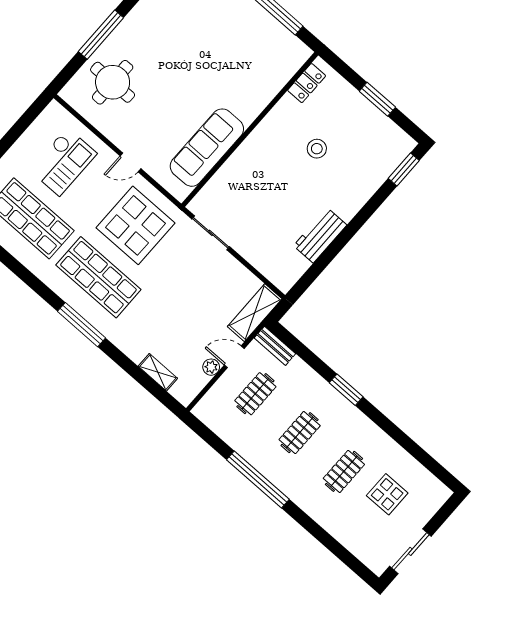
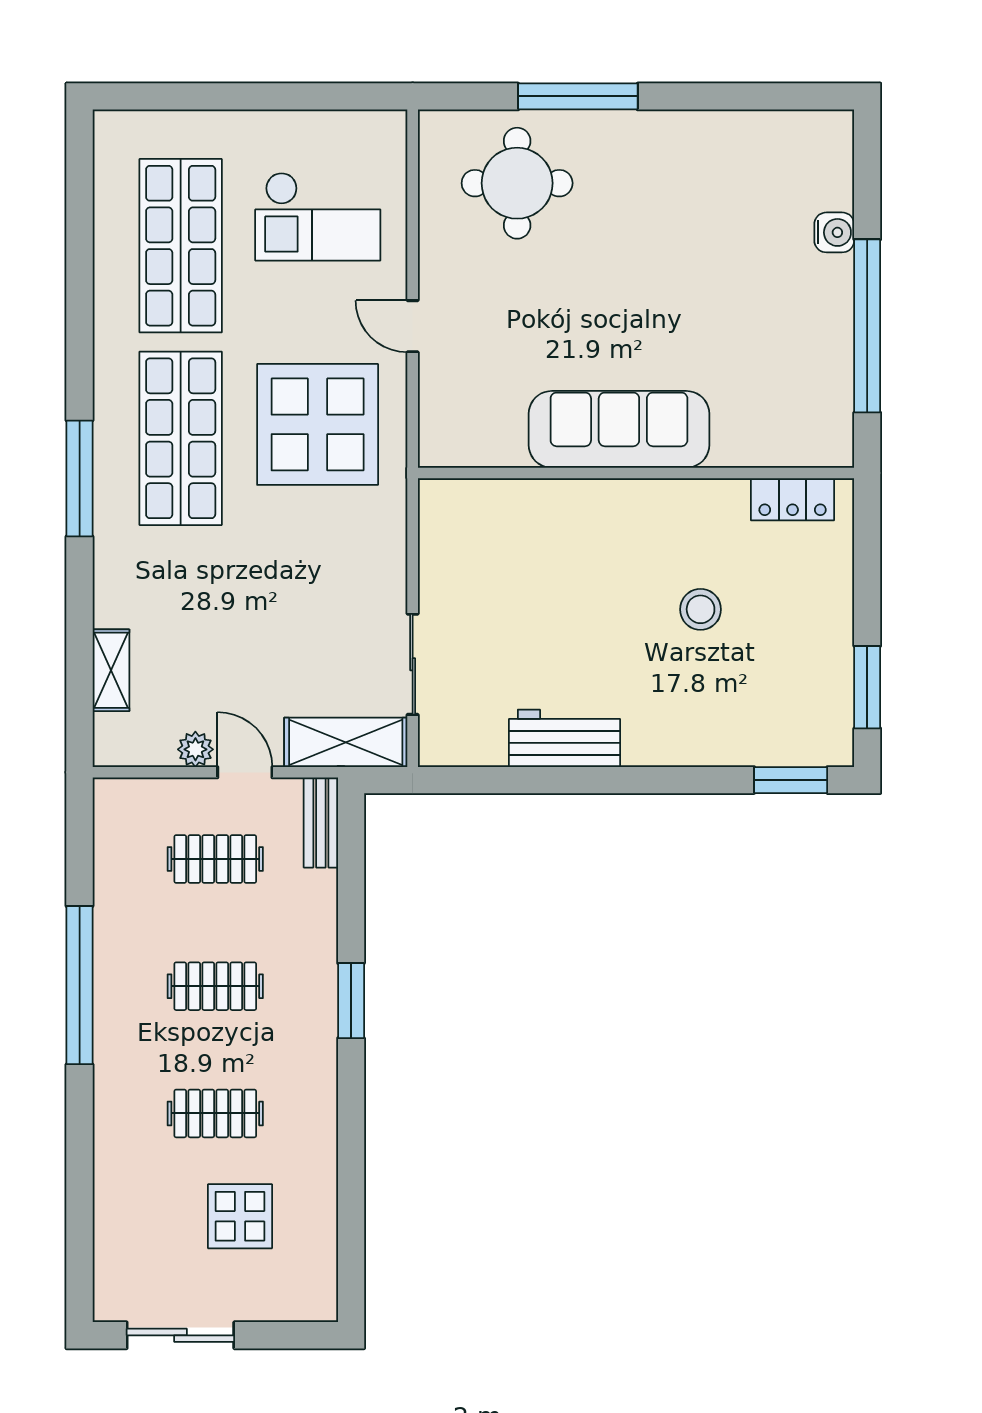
window: (377, 99) -> (867, 687), moved
sofa: (207, 148) -> (619, 429), moved
sliding door: (211, 233) -> (413, 664), moved

